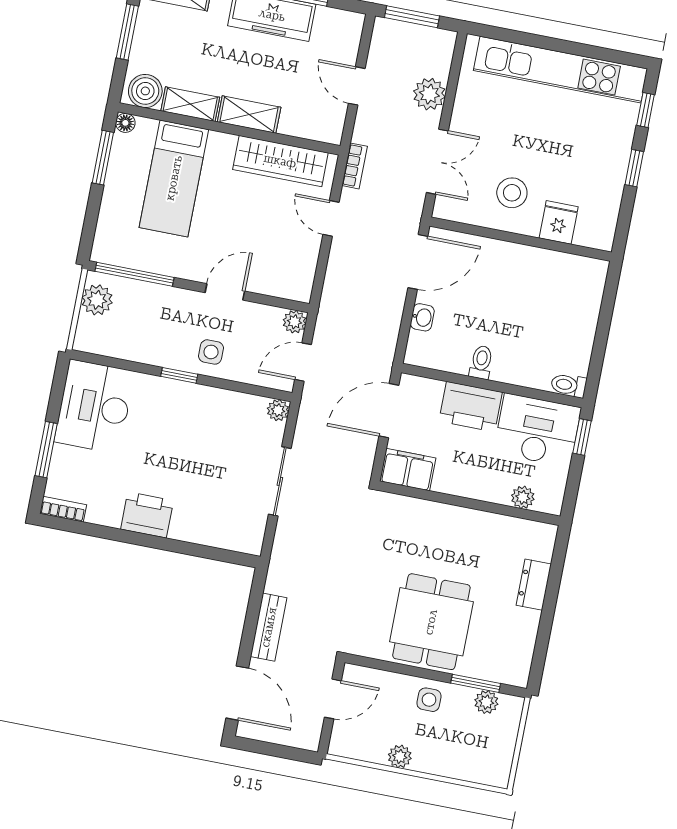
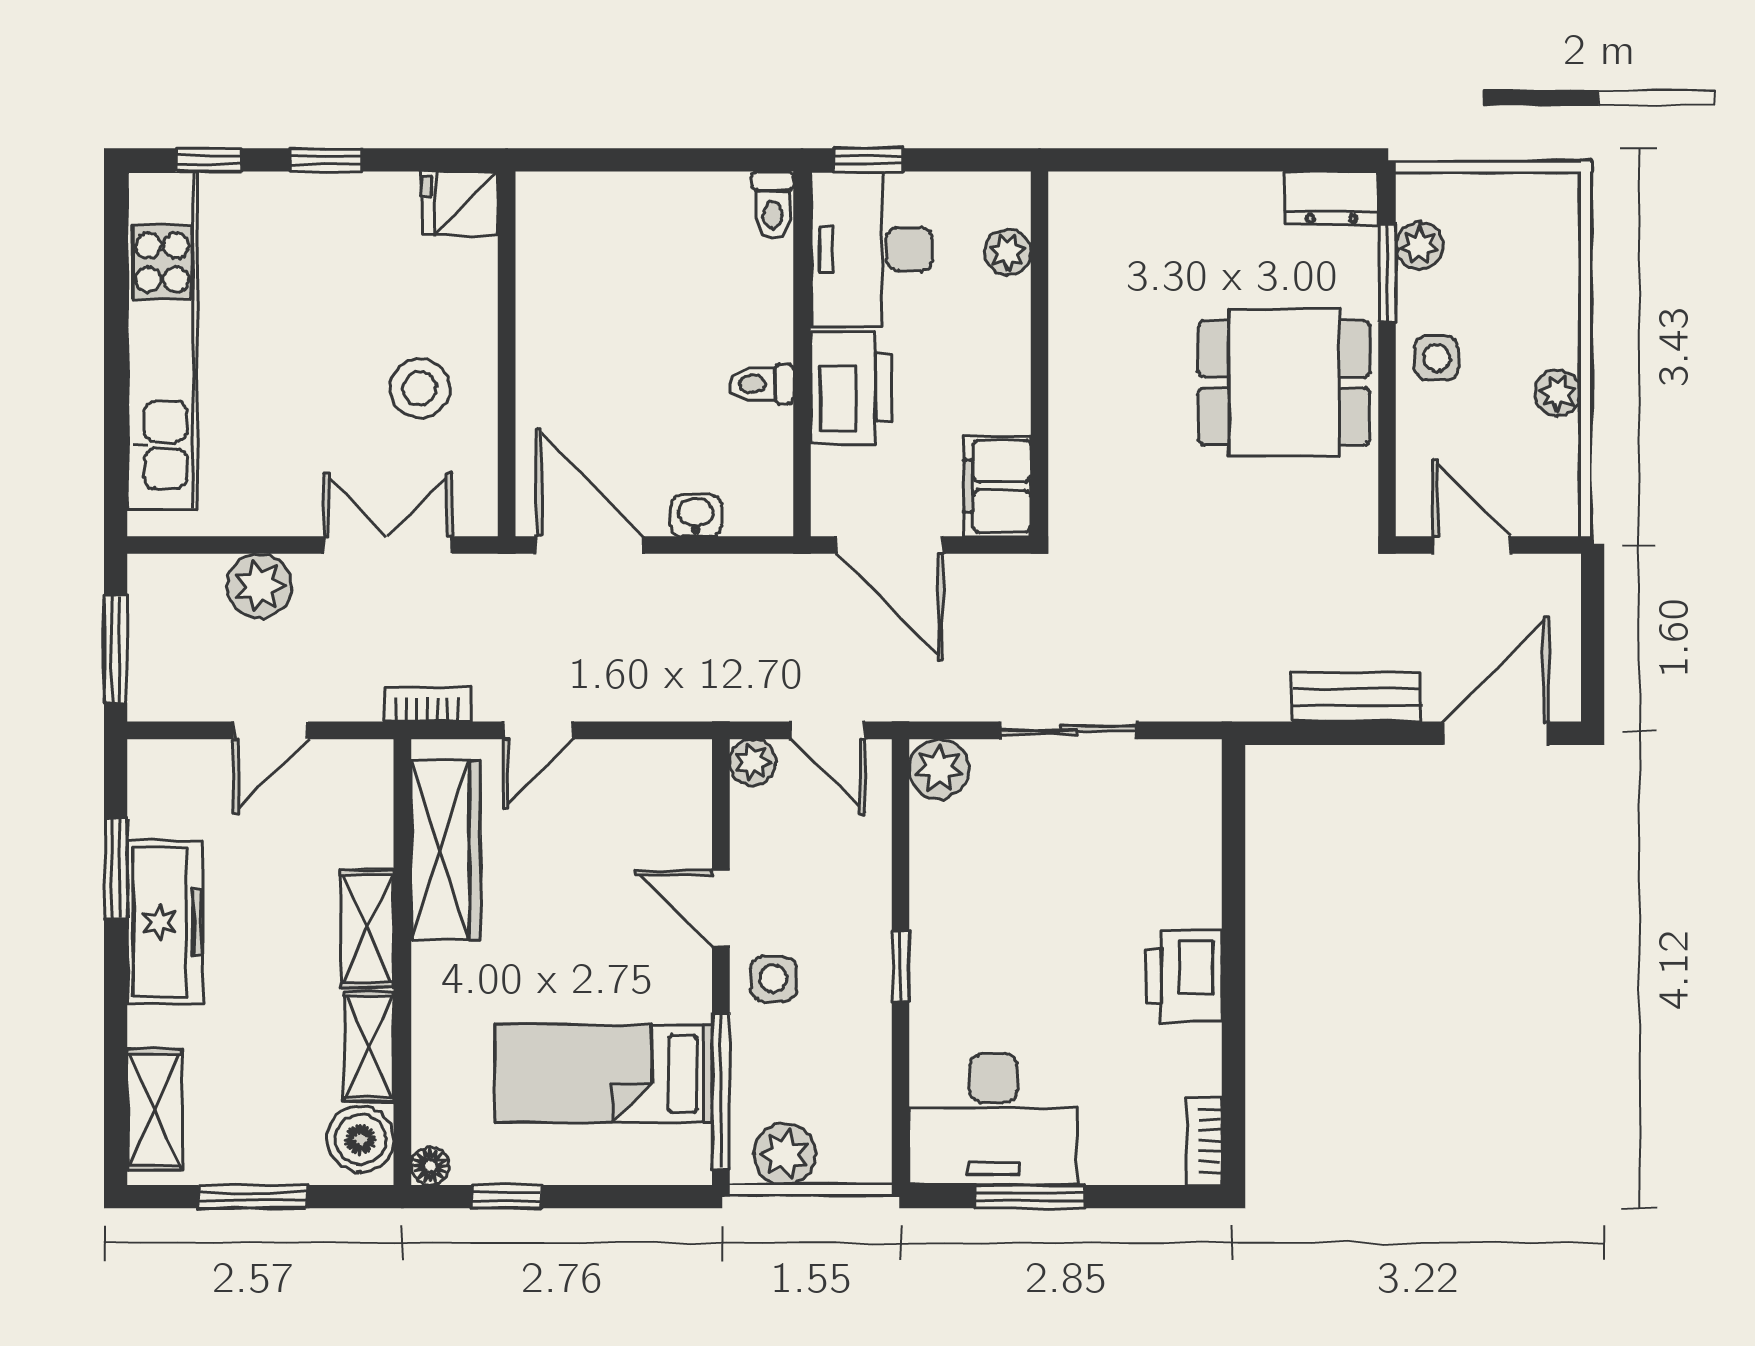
window: (103, 158) -> (506, 1197), width x0.67
bed: (174, 178) -> (604, 1074), moved, turned 180
fridge: (559, 222) -> (460, 203), moved
side table: (211, 352) -> (773, 979), moved
plant: (278, 410) -> (939, 769), width x1.38, depth x1.38
window: (46, 450) -> (1030, 1197), moved
dresser: (534, 585) -> (1331, 198), moved

